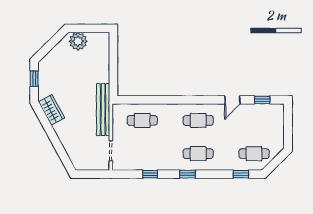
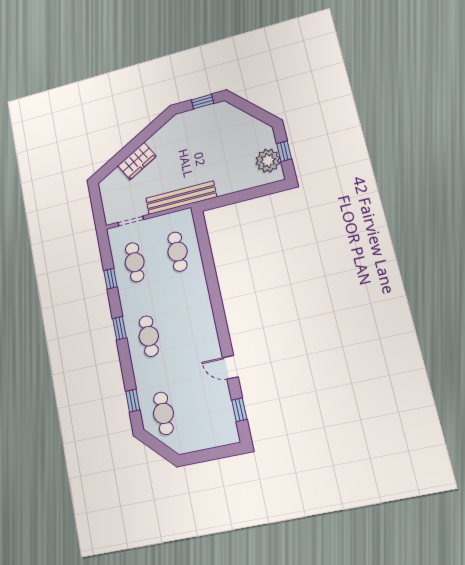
window: (89, 28) -> (284, 151), added
plant: (78, 41) -> (268, 161), moved
wardrobe: (52, 110) -> (137, 161), moved
cafe table: (198, 120) -> (135, 262), moved

